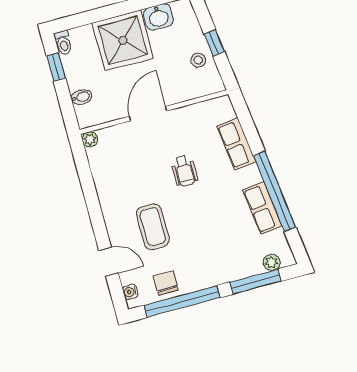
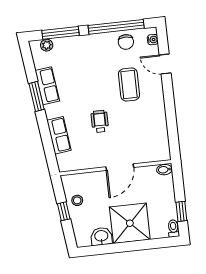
bidet: (81, 97) -> (164, 170), moved
plant: (90, 139) -> (165, 155), removed
window: (275, 191) -> (36, 96), width x0.47

